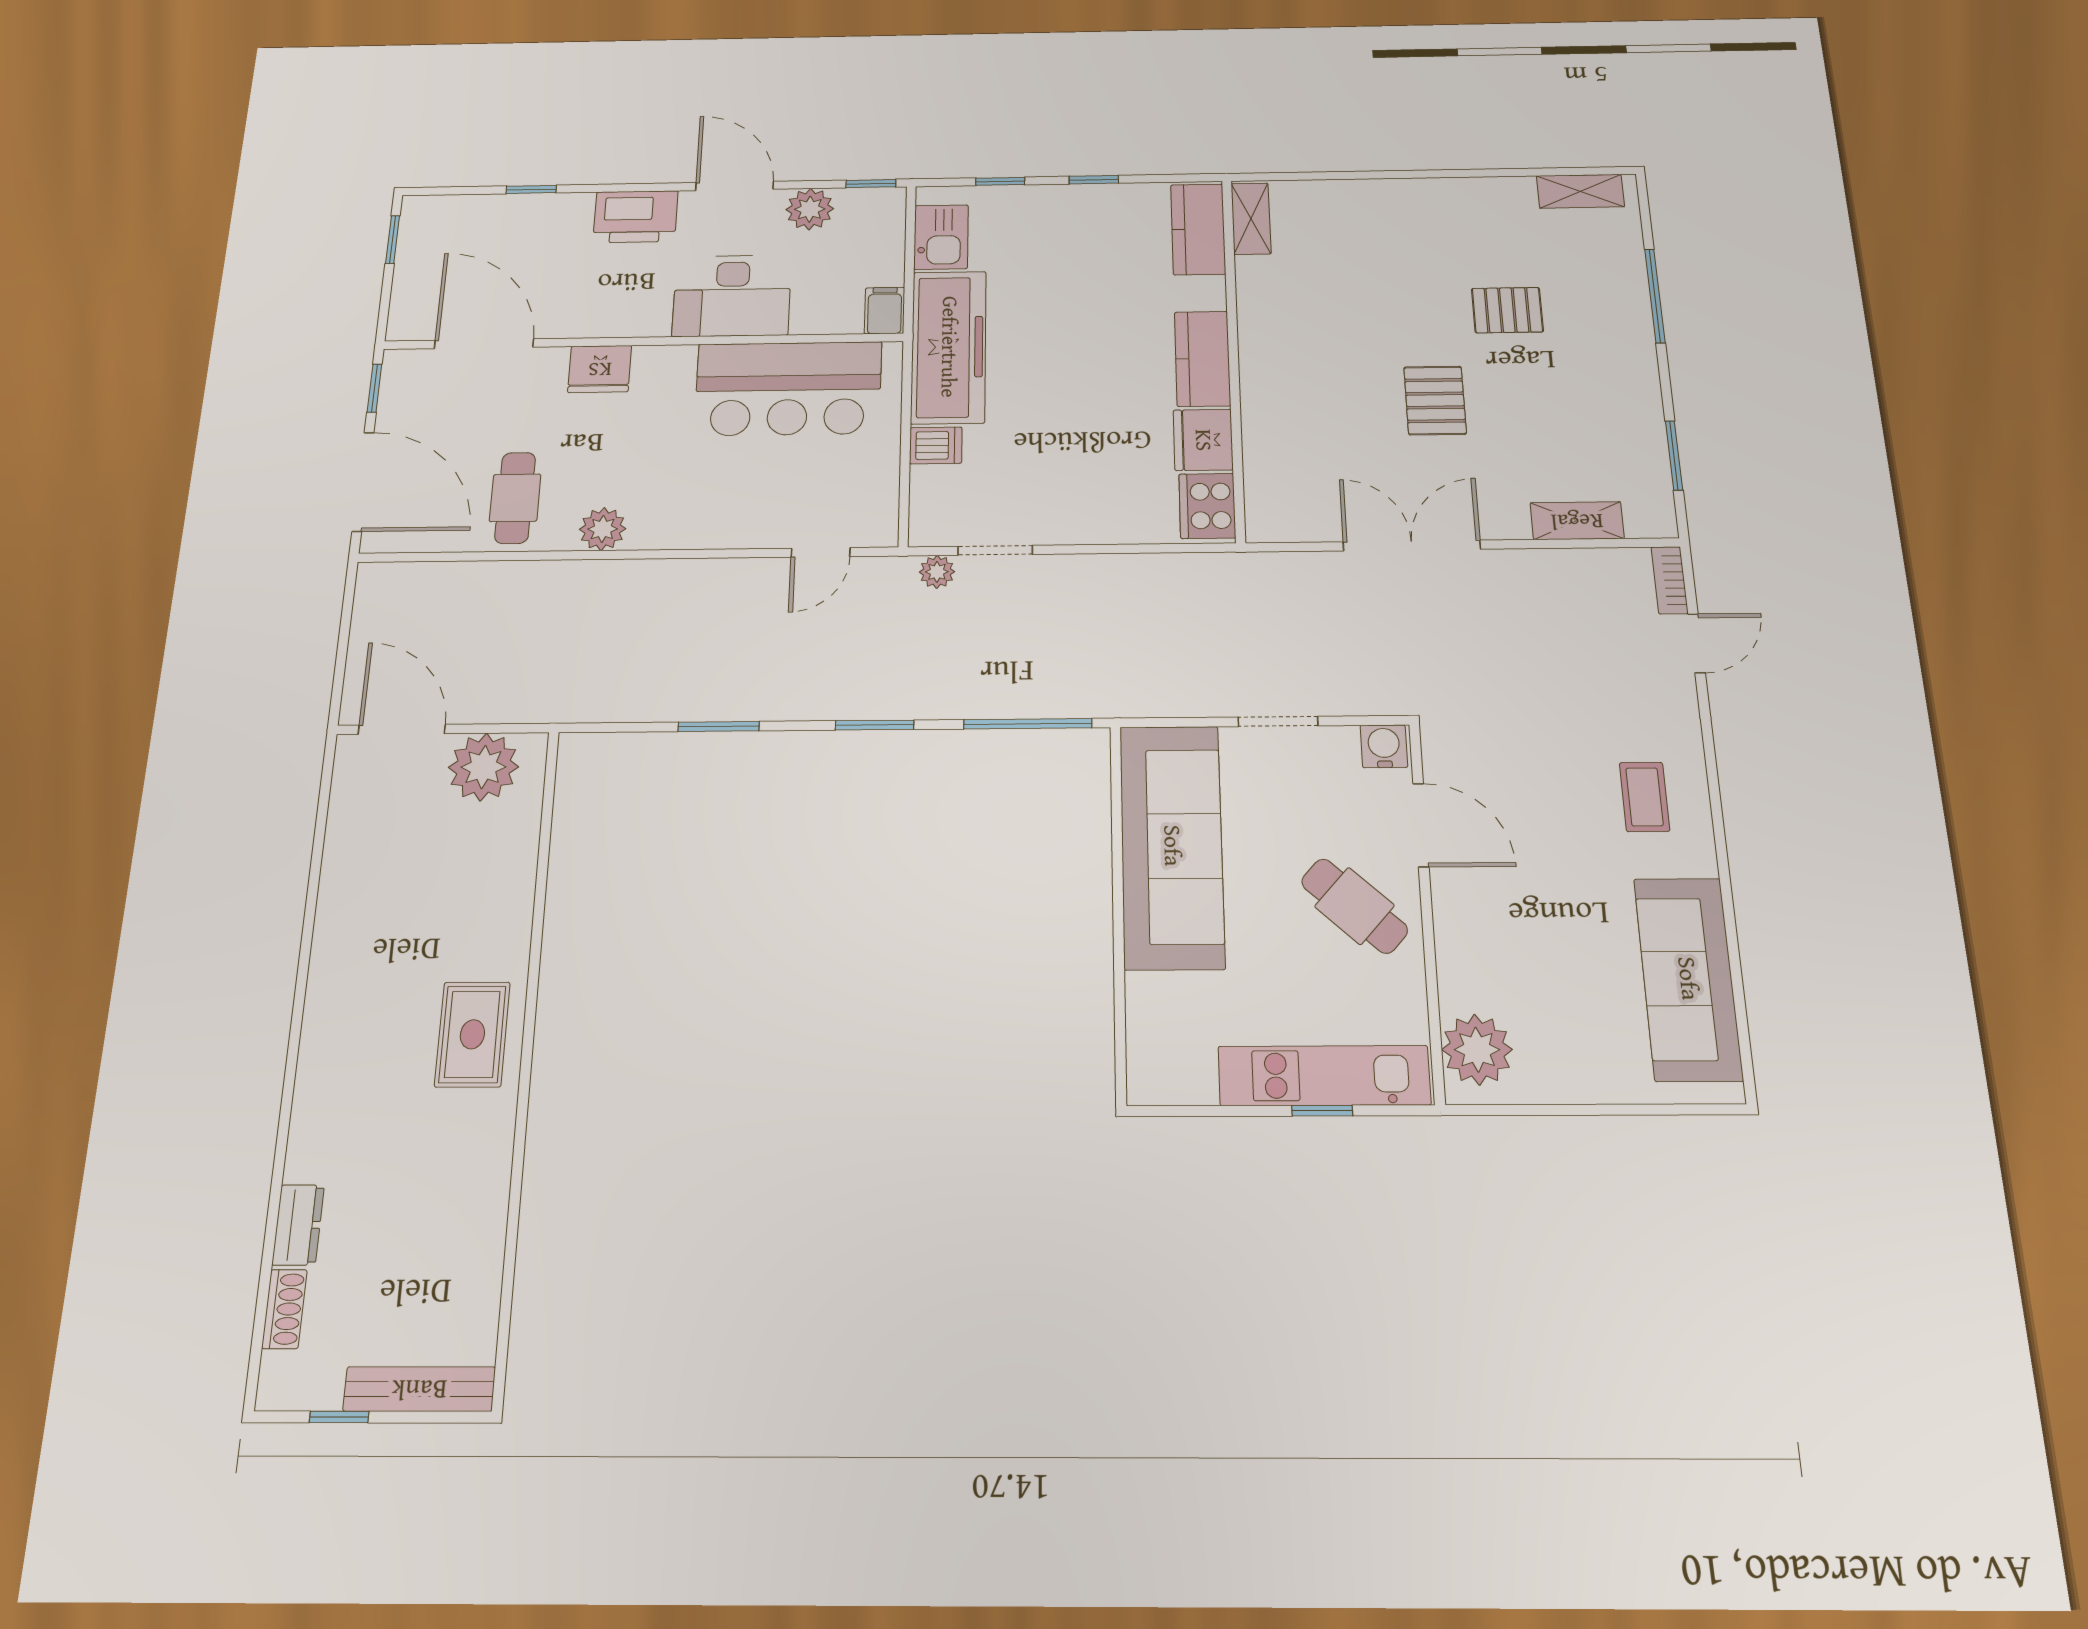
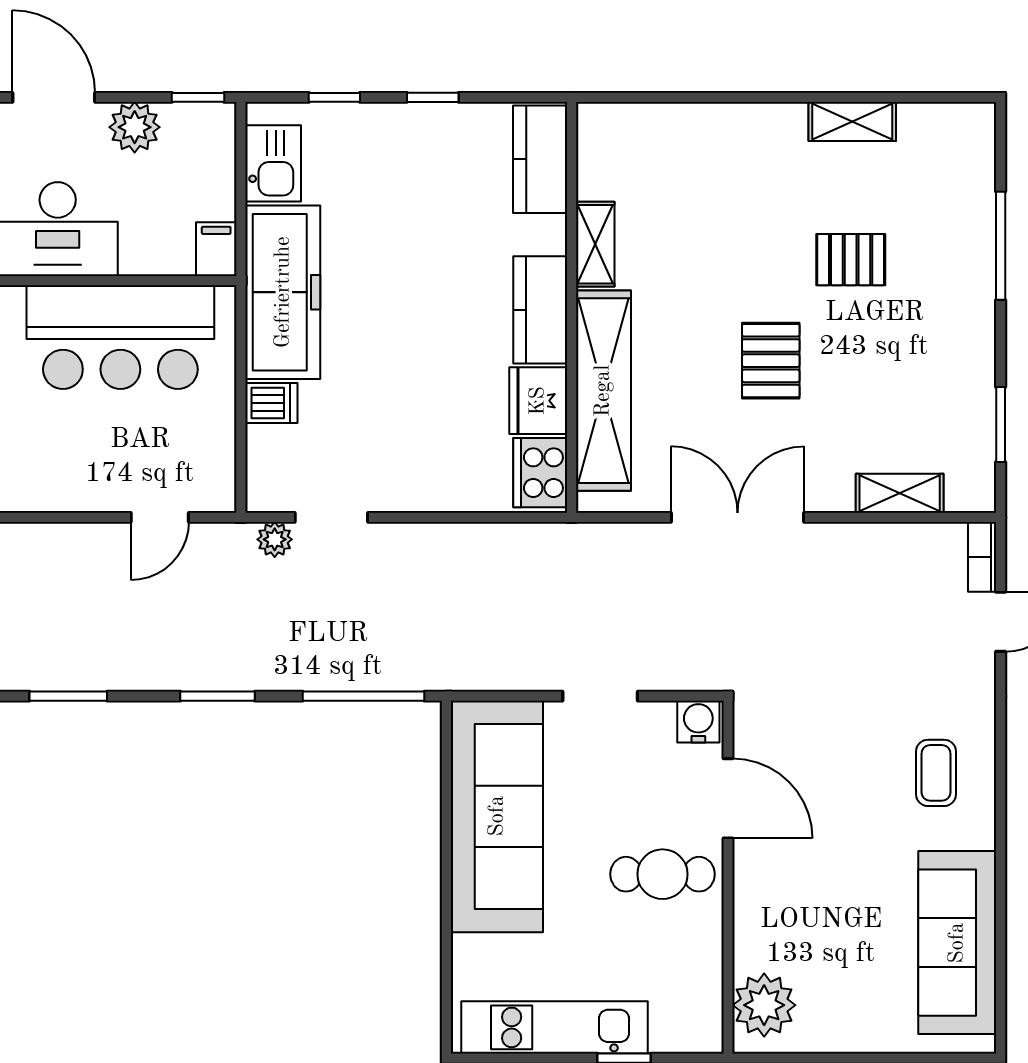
shelving: (1580, 191) -> (852, 121), moved
shelving: (1251, 219) -> (595, 244), moved
shelving: (1268, 430) -> (603, 391), added
cafe table: (1354, 906) -> (662, 874), turned -42
kitchen unit: (1324, 1076) -> (554, 1027), moved

